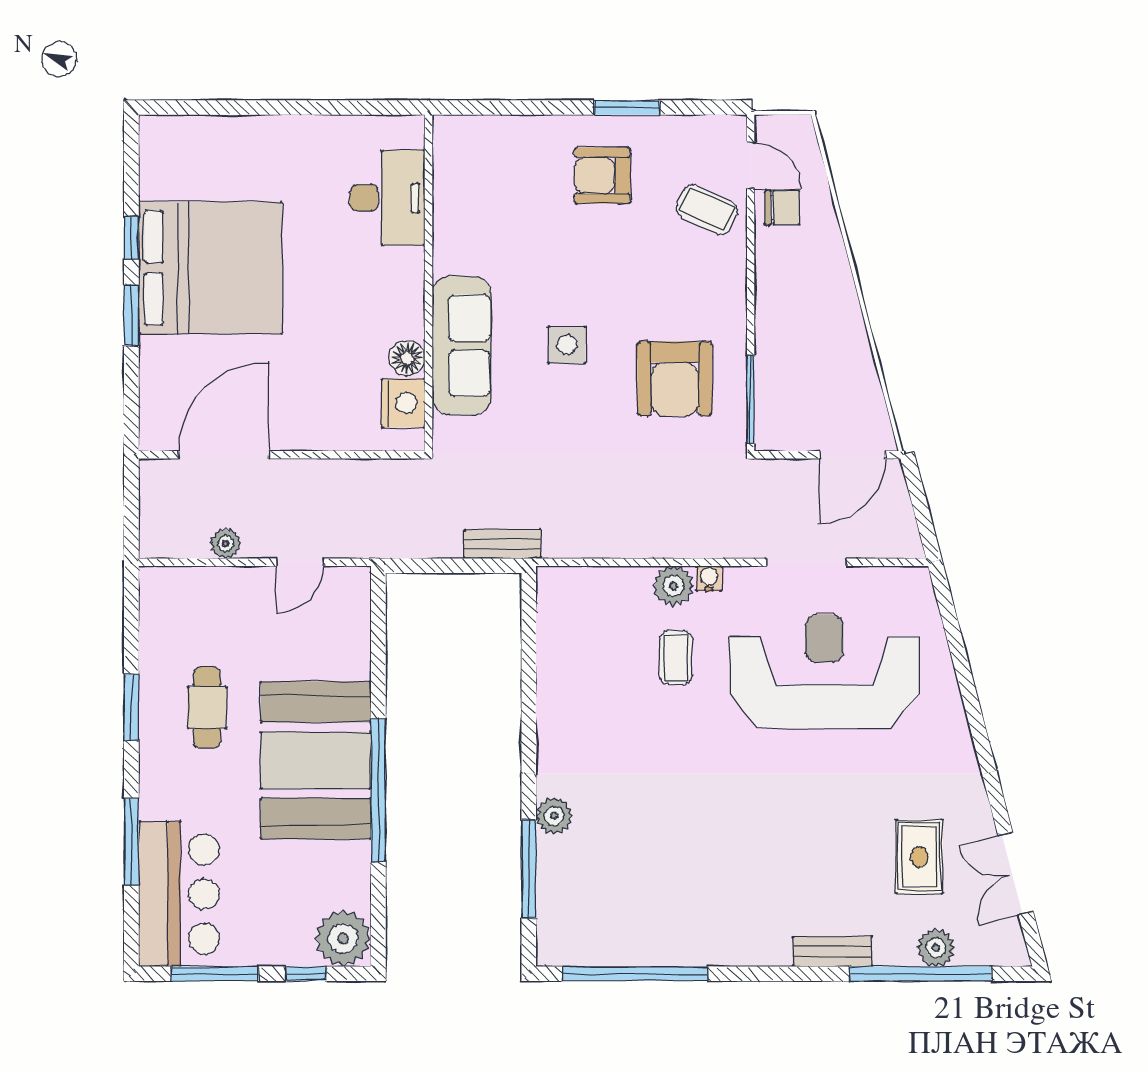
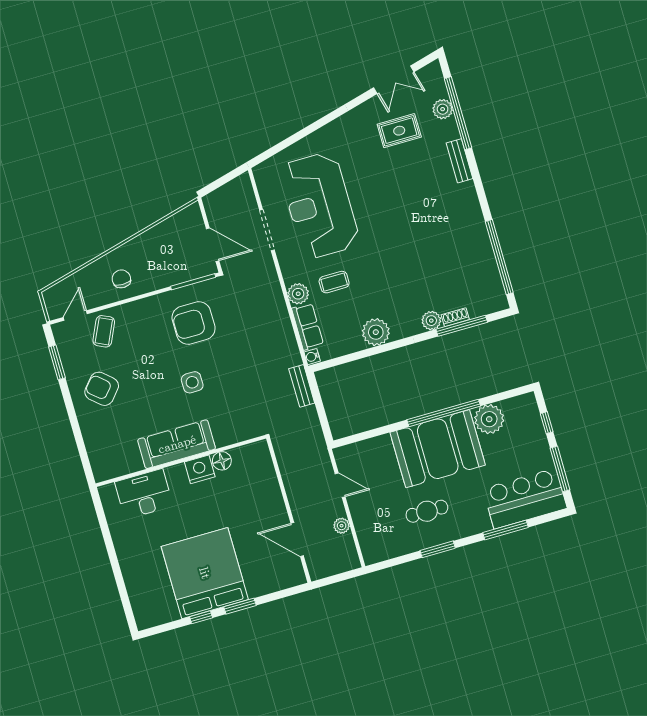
window: (627, 108) -> (57, 362), moved
armchair: (602, 176) -> (102, 389), turned 131
chair: (782, 207) -> (121, 279), moved
sofa: (462, 346) -> (177, 444), moved
armchair: (675, 379) -> (194, 323), turned 180
nightstand: (403, 403) -> (200, 469), moved
door: (223, 455) -> (297, 539), width x0.73
door: (853, 455) -> (213, 245), moved
water cooler: (709, 578) -> (312, 357), moved
row of seats: (608, 586) -> (308, 326), added
plant: (562, 708) -> (376, 332), added
shoe rack: (548, 862) -> (455, 317), added
plant: (343, 938) -> (489, 419), moved

